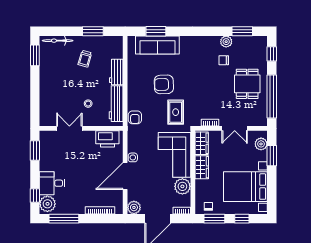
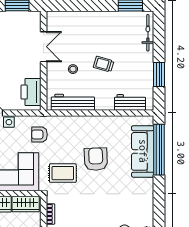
window: (156, 31) -> (159, 150), width x2.11
trolley: (85, 59) -> (104, 64), moved
workbench: (116, 72) -> (130, 102), moved
armchair: (135, 117) -> (40, 135), moved

